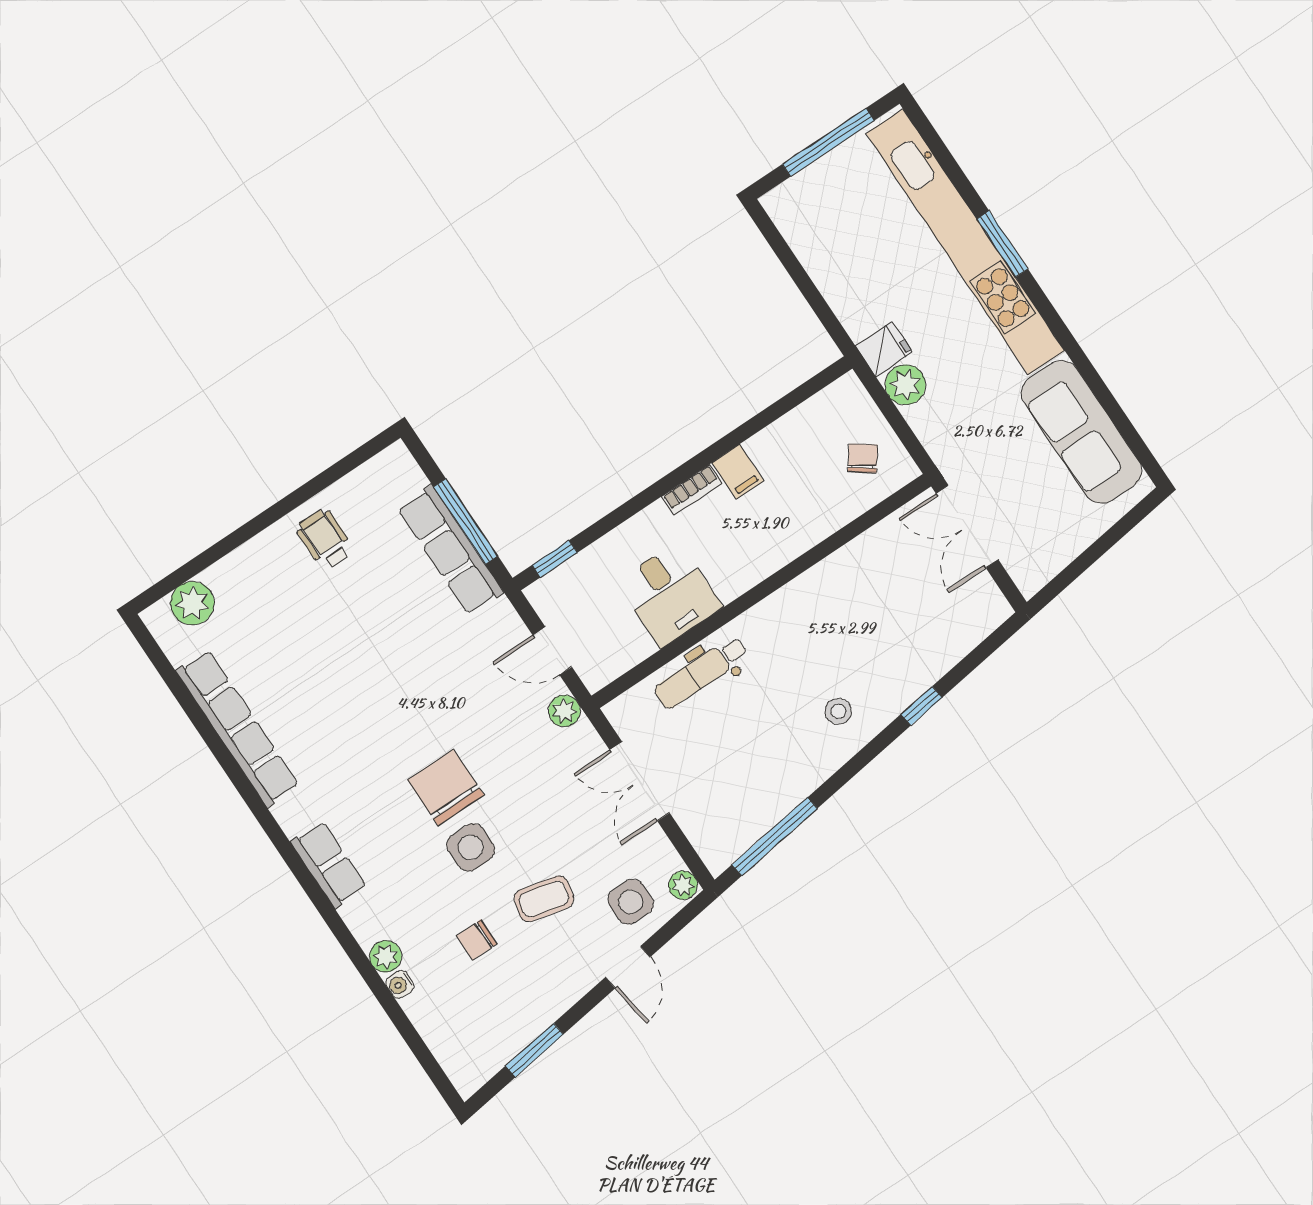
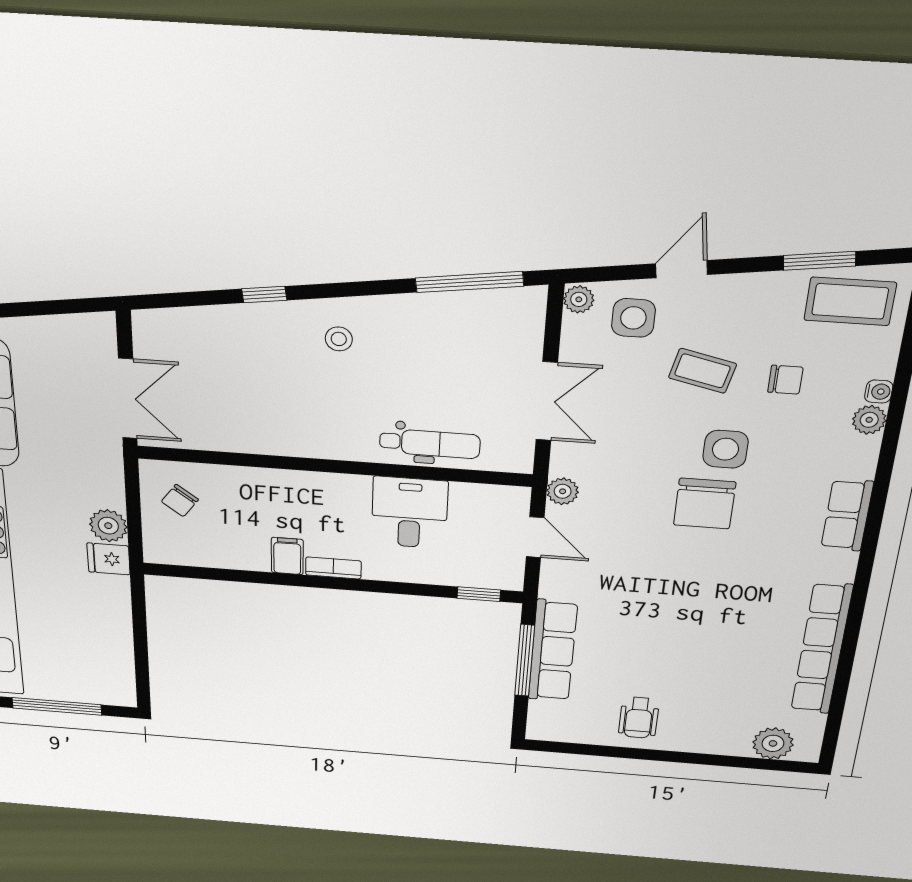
coffee table: (485, 1037) -> (850, 301), added

